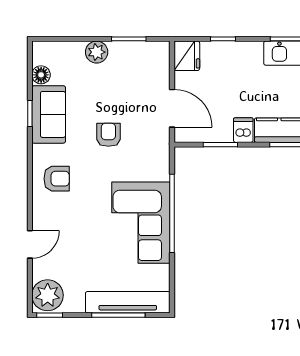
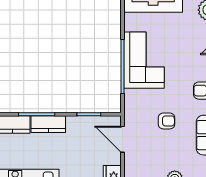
dishwasher: (243, 130) -> (73, 124), removed
armchair: (108, 135) -> (167, 121), turned -90

